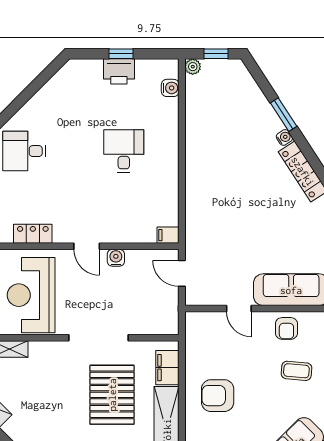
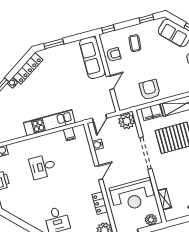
kitchen unit: (198, 183) -> (49, 123), added
filing cabinet: (168, 235) -> (69, 134), moved
water cooler: (116, 258) -> (98, 145), moved
plant: (164, 320) -> (127, 121), added
armchair: (218, 396) -> (150, 90), moved, turned 180

